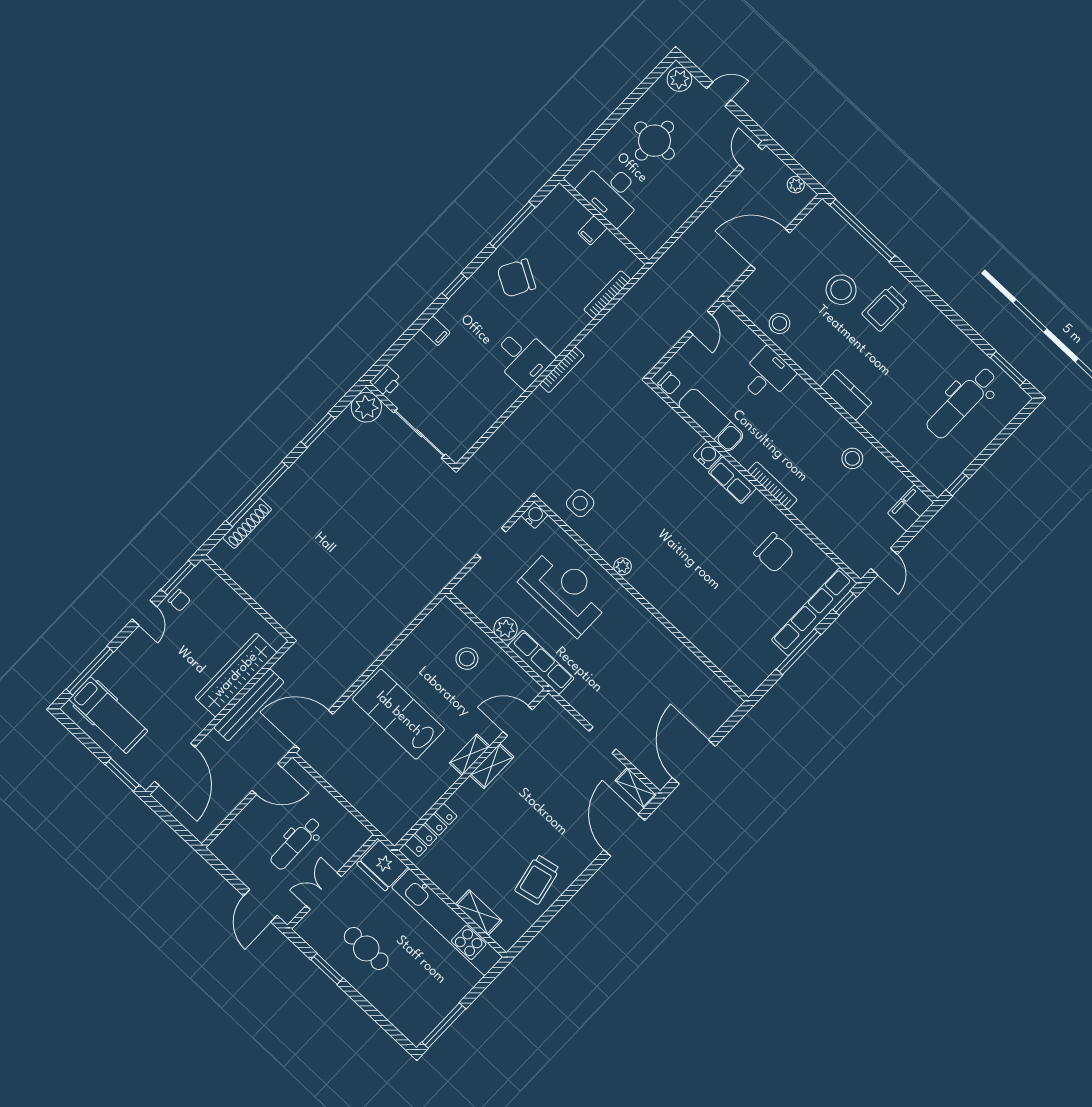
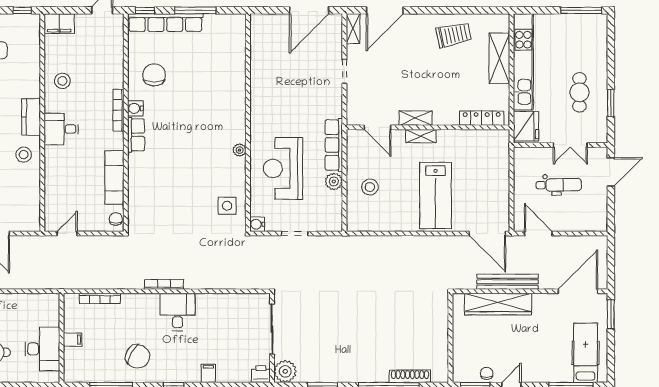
stool: (780, 323) -> (24, 155), moved
desk: (767, 375) -> (61, 129), moved
water cooler: (707, 455) -> (135, 108), moved
shelving: (479, 913) -> (499, 58), width x1.50, depth x1.33

